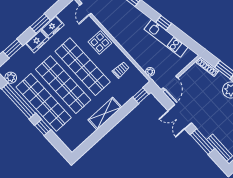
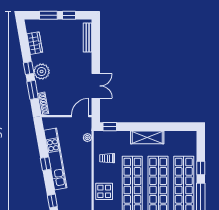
kitchen unit: (166, 38) -> (55, 159), width x1.36
window: (202, 142) -> (96, 53), removed

